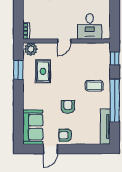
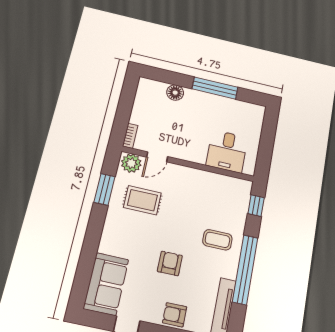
door: (64, 41) -> (157, 157), moved
rug: (43, 71) -> (142, 200), turned 90
armchair: (65, 135) -> (175, 315), moved

